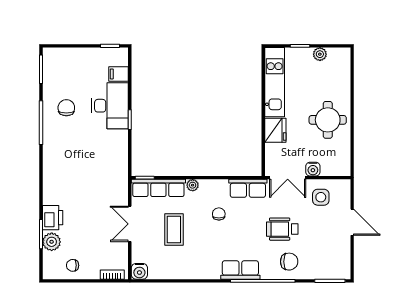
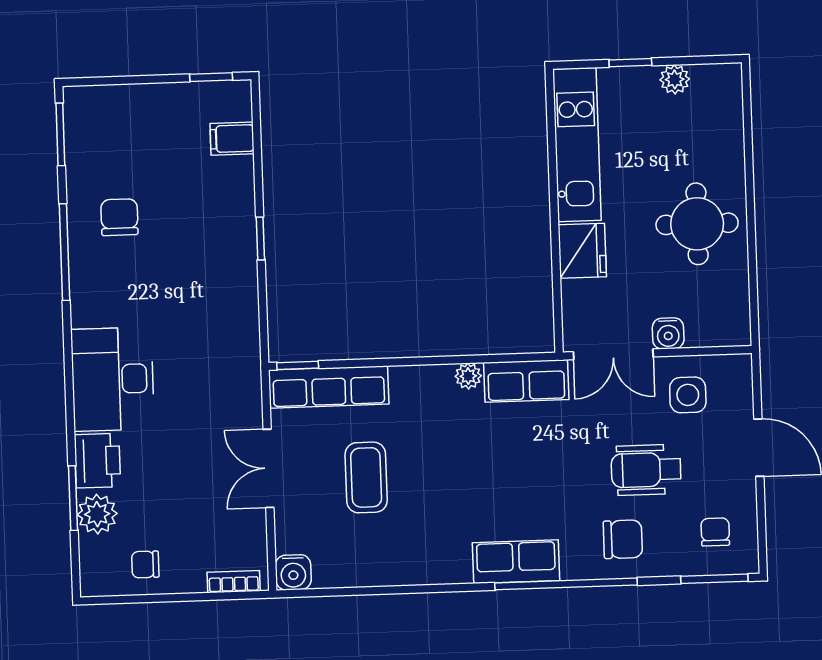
desk: (110, 106) -> (113, 379), moved, turned 180
plant: (193, 185) -> (468, 376), moved
chair: (219, 214) -> (715, 532), moved
wheelchair: (282, 229) -> (646, 470), moved

